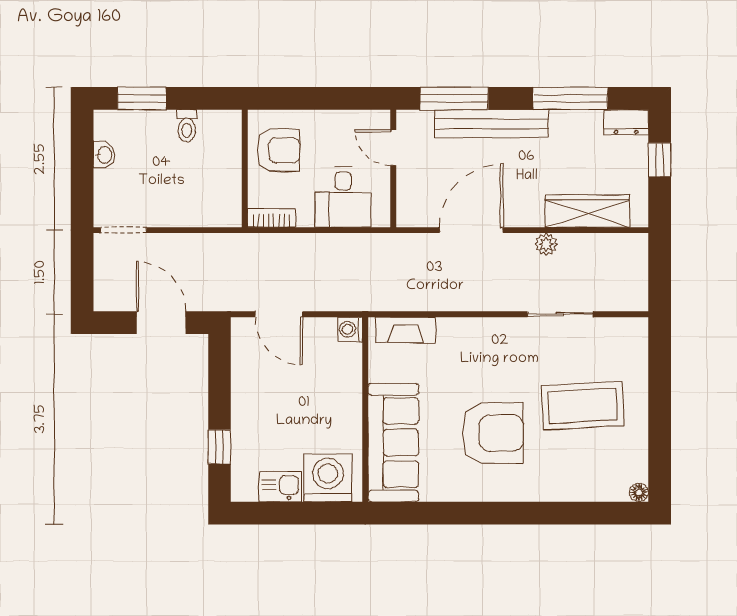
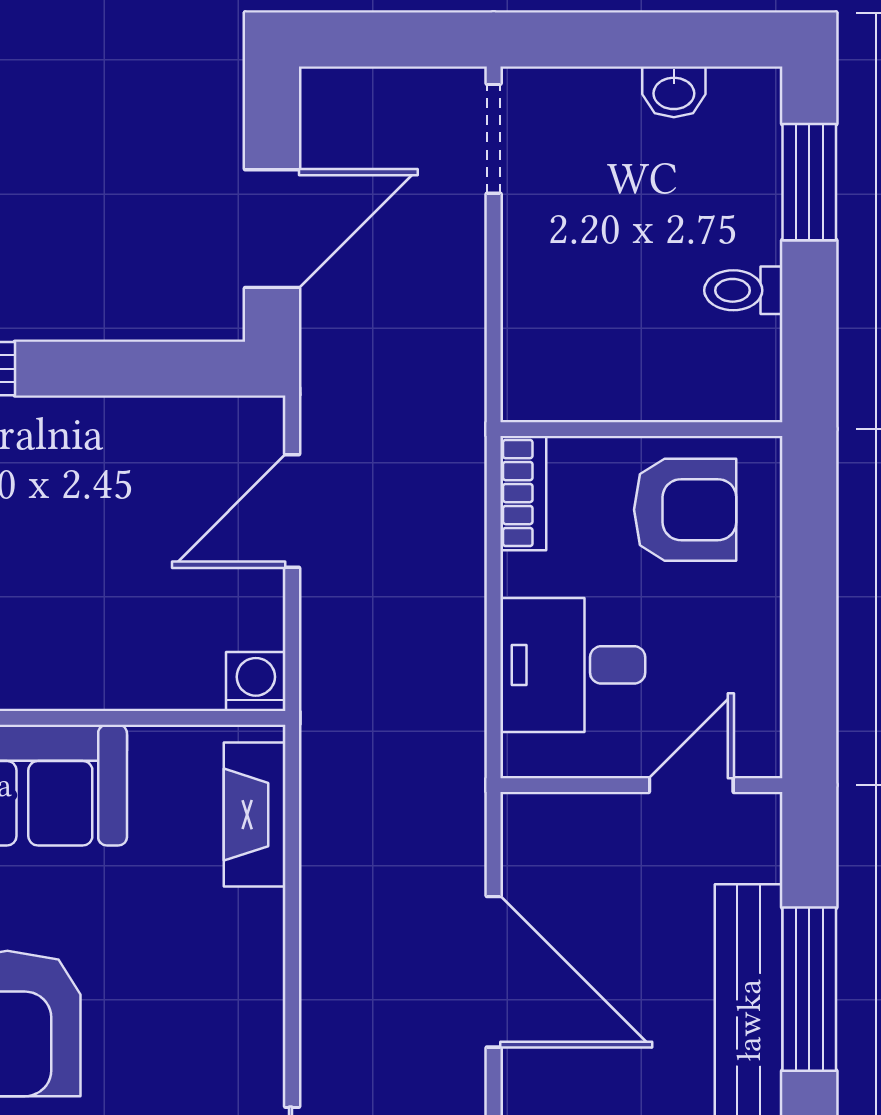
window: (454, 98) -> (809, 989), moved
armchair: (278, 150) -> (685, 510), turned -90

